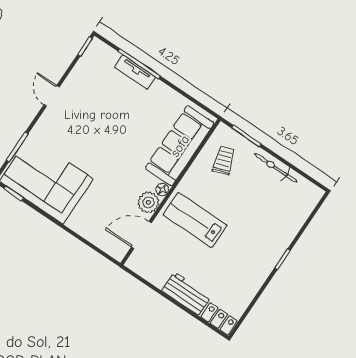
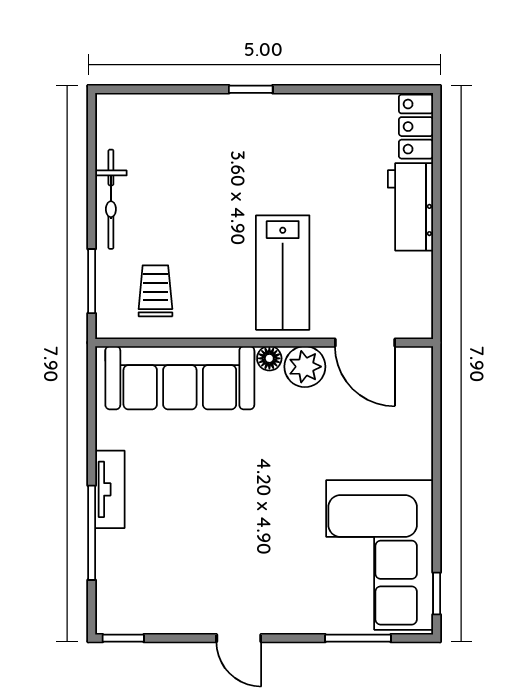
tv unit: (135, 72) -> (110, 489), moved
door: (52, 96) -> (239, 638), hinge flipped
trolley: (224, 160) -> (155, 291), turned 109

